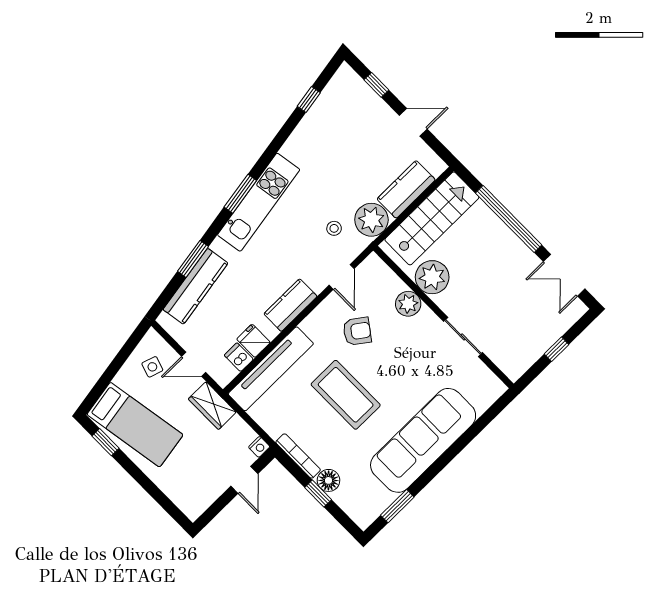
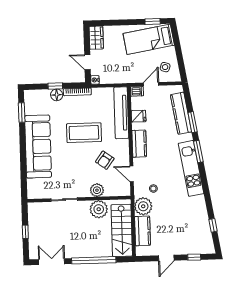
window: (240, 194) -> (198, 151), moved
dishwasher: (239, 357) -> (137, 91), moved
wardrobe: (212, 406) -> (96, 38), moved, turned 90

